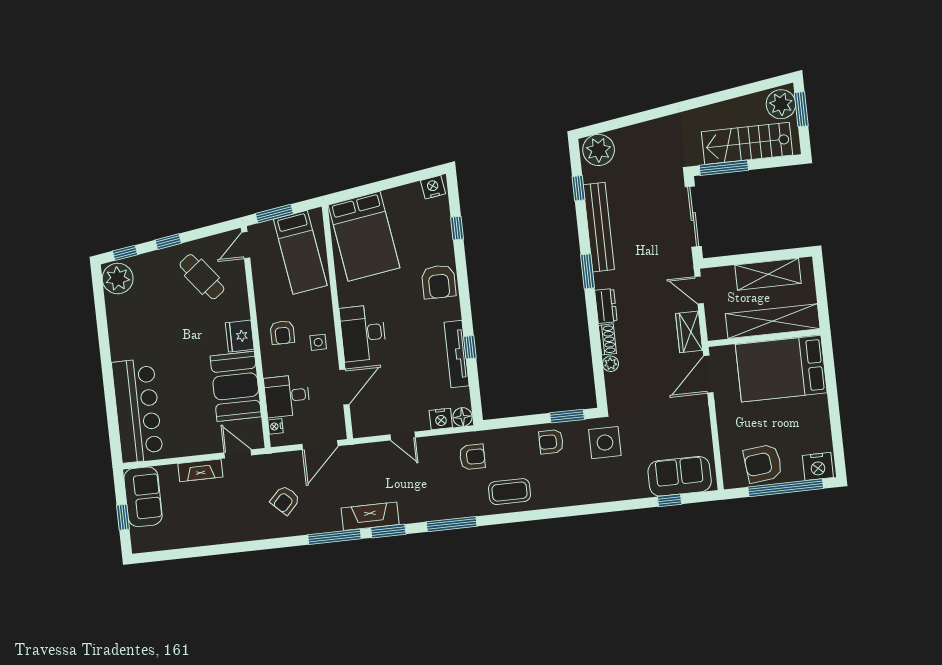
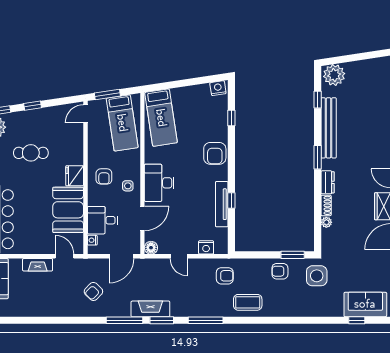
bed: (364, 236) -> (161, 118), width x0.67
cafe table: (202, 277) -> (31, 153), moved, turned -52
floor lamp: (462, 417) -> (151, 248), moved

